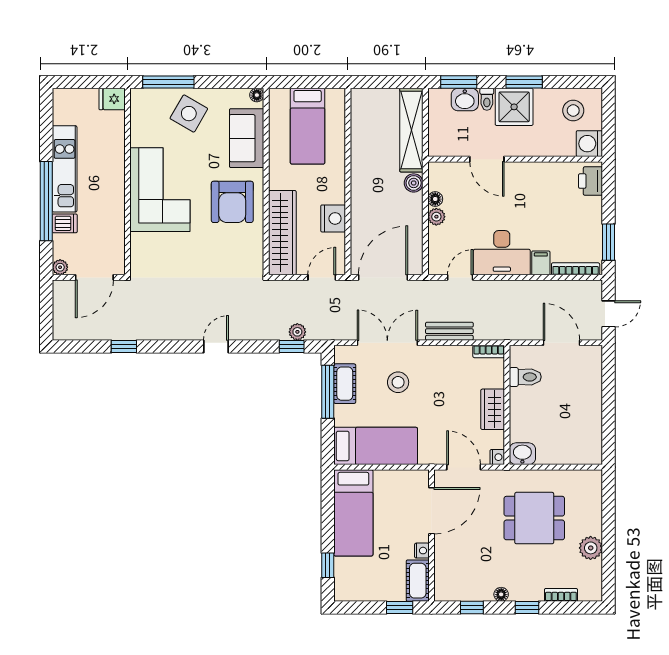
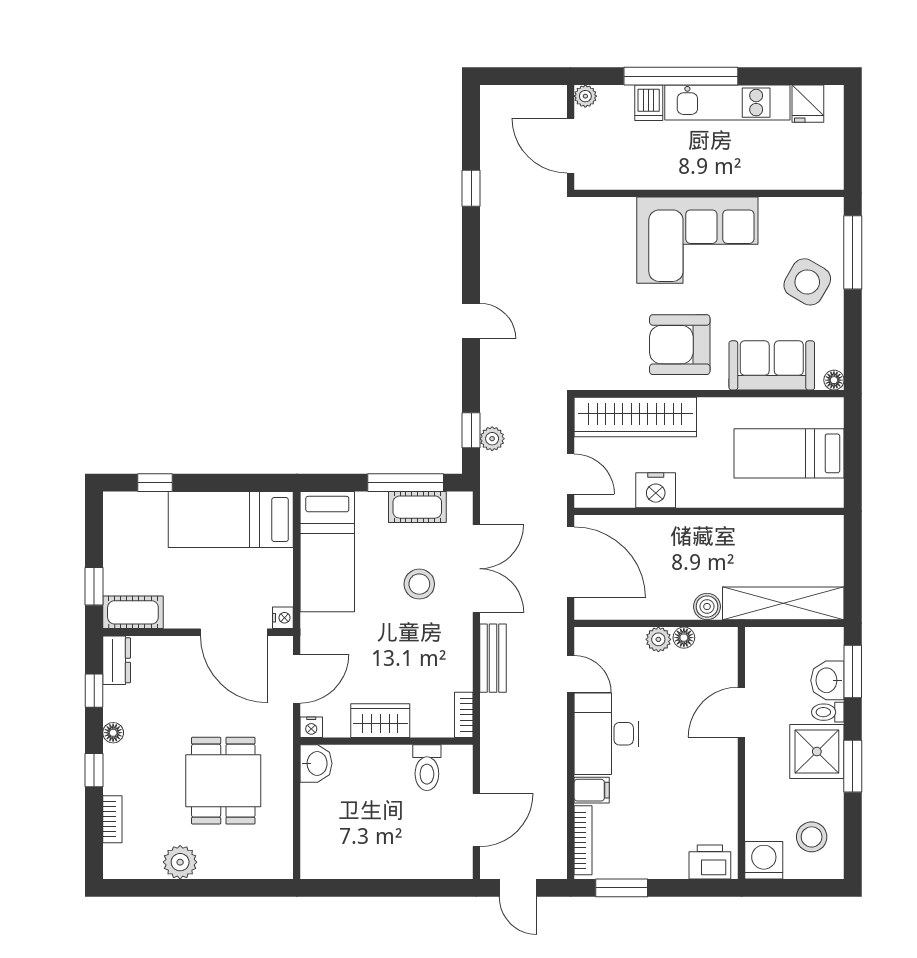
fridge: (112, 99) -> (808, 104), moved, turned 180
nightstand: (422, 551) -> (283, 618), moved, turned -90
dresser: (451, 592) -> (117, 660), added

